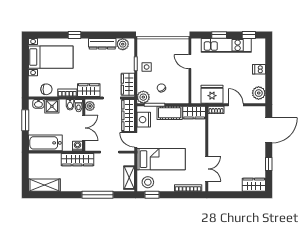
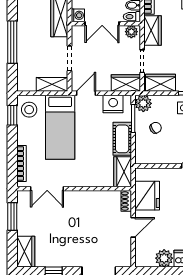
plant: (259, 93) -> (164, 258), moved
wardrobe: (128, 115) -> (126, 83), width x0.67
shelving: (129, 178) -> (52, 84), moved
window: (228, 195) -> (12, 217), added

